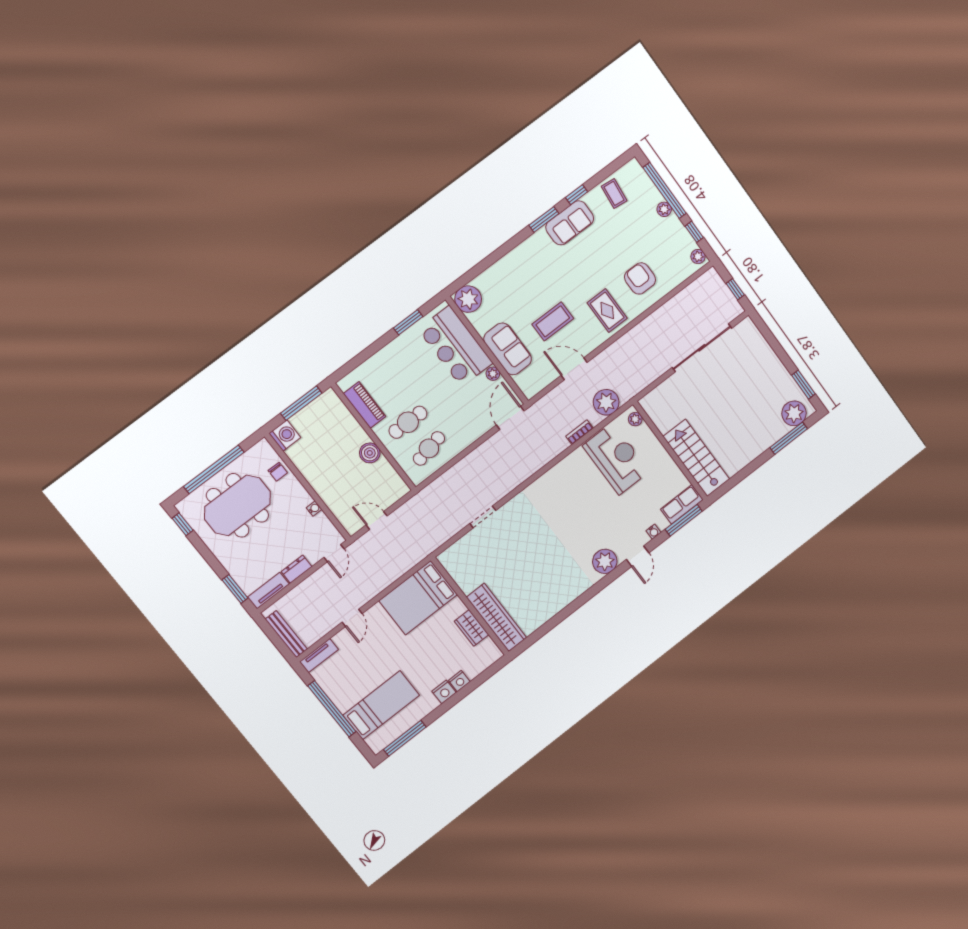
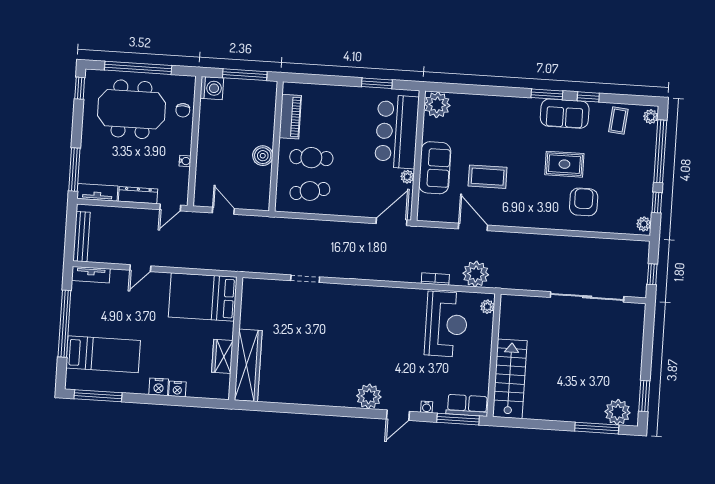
plant: (664, 209) -> (651, 117), moved
rug: (607, 311) -> (564, 164), moved, turned 90
dresser: (297, 569) -> (138, 195), width x1.44
window: (235, 589) -> (74, 169), width x1.44

